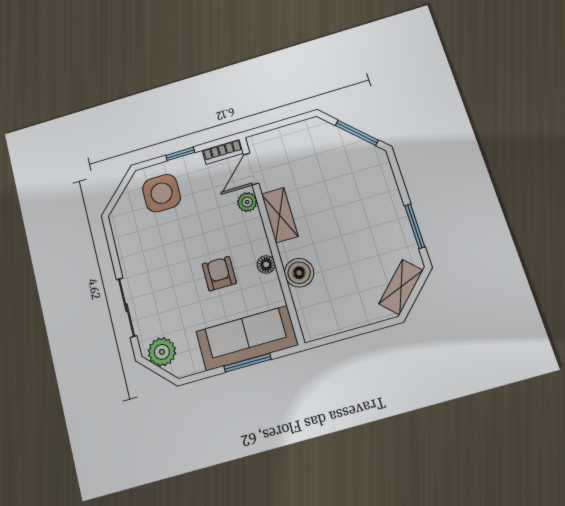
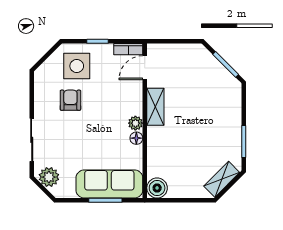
plant: (247, 202) -> (135, 123), moved
boiler: (299, 273) -> (157, 188), moved
armchair: (219, 274) -> (70, 100), moved

